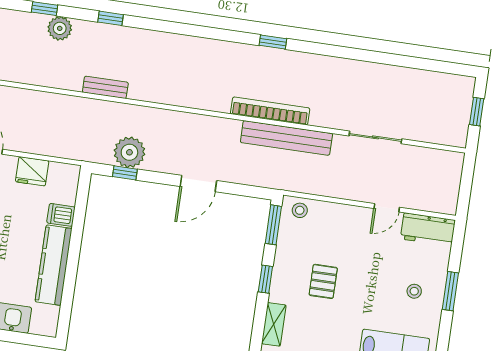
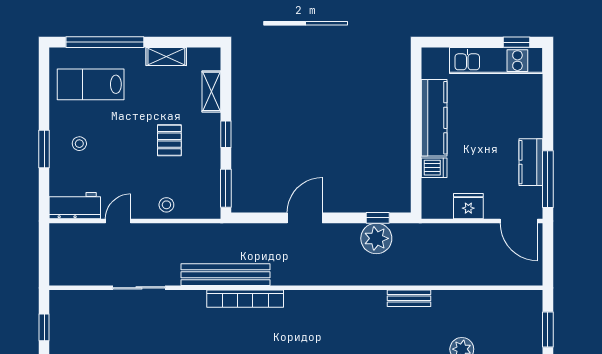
stool: (300, 210) -> (166, 205), moved

